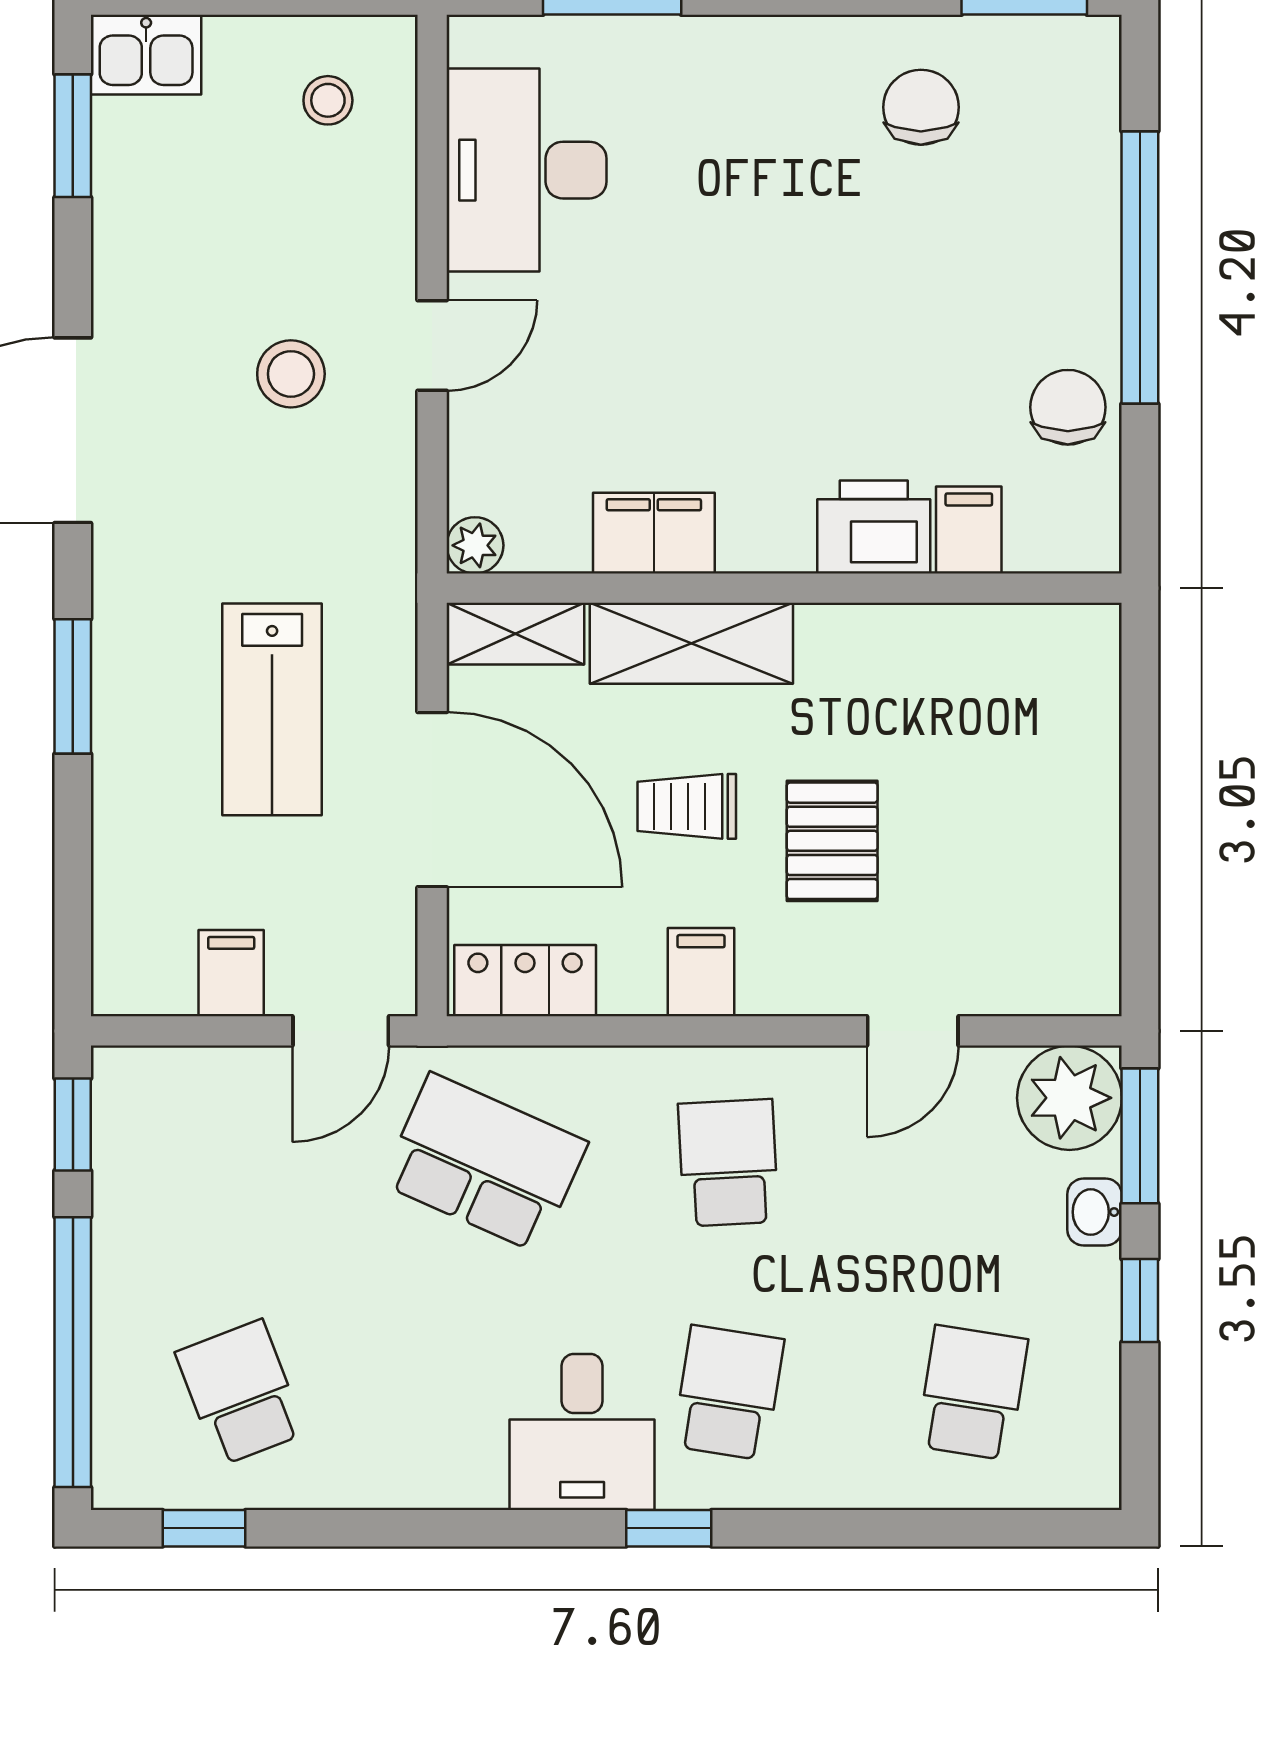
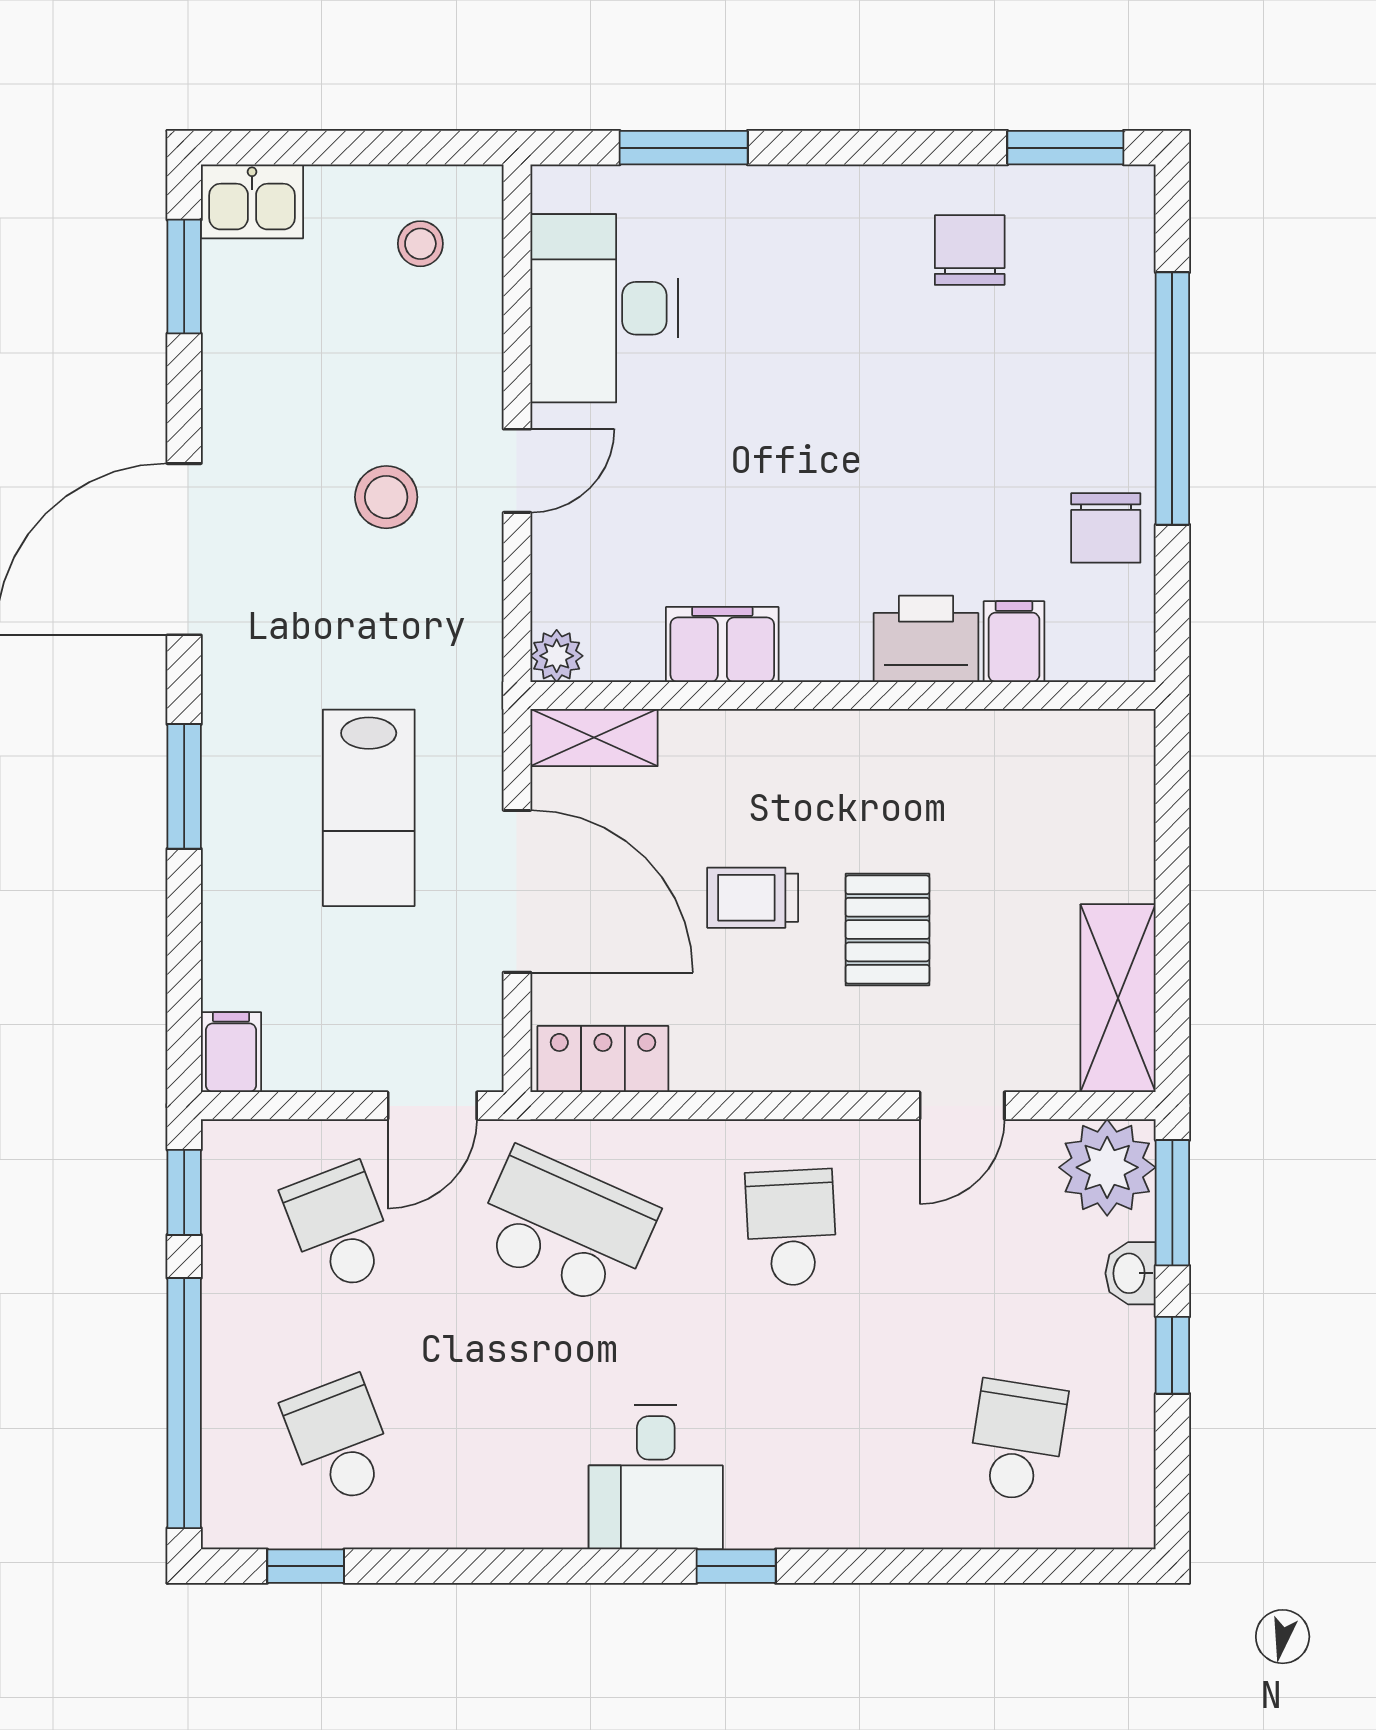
chair: (1068, 407) -> (1106, 528), turned 180
shelving: (691, 643) -> (1118, 998), moved, turned 90
filing cabinet: (701, 972) -> (766, 1051), removed
filing cabinet: (231, 973) -> (231, 1052), moved
school desk: (728, 1393) -> (339, 1228), moved, turned -30

